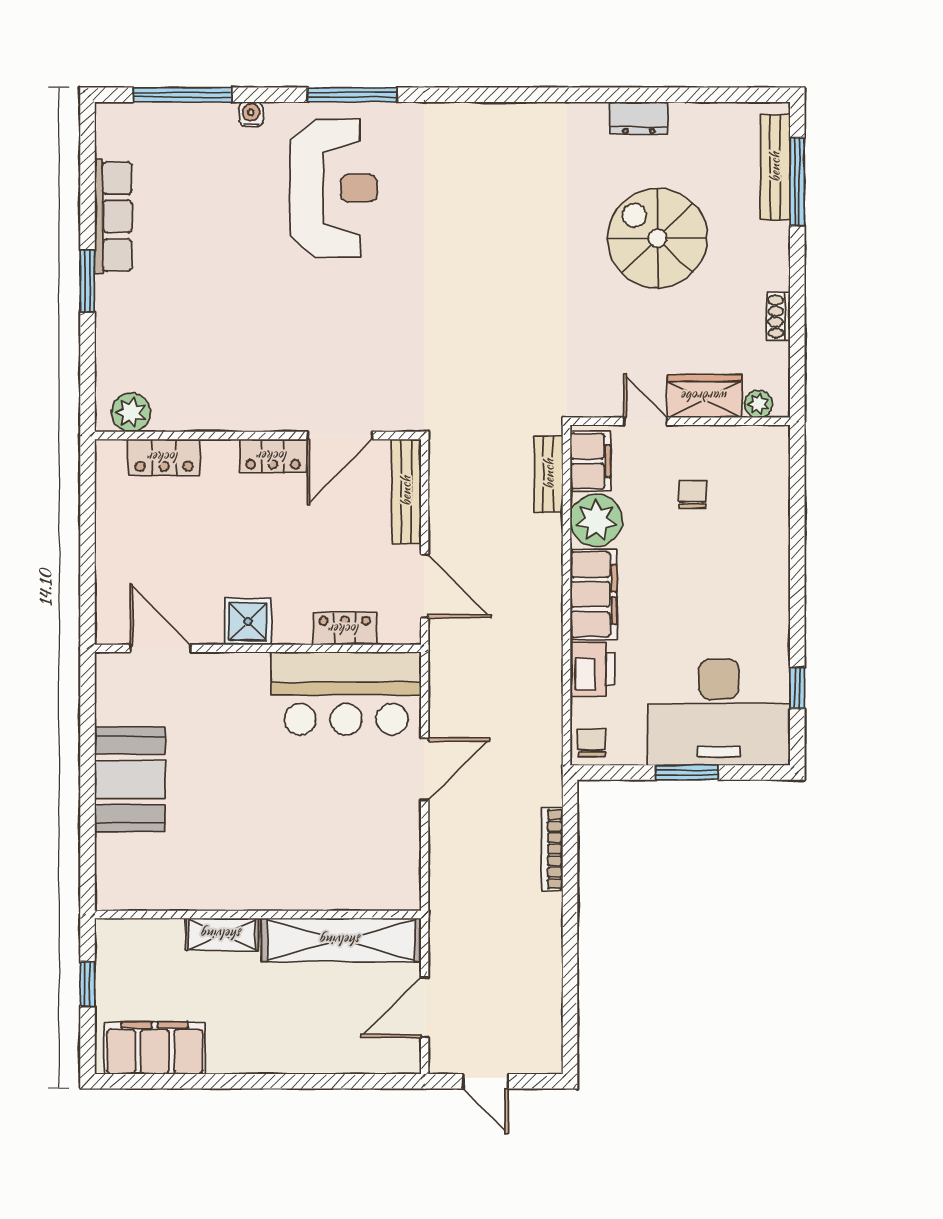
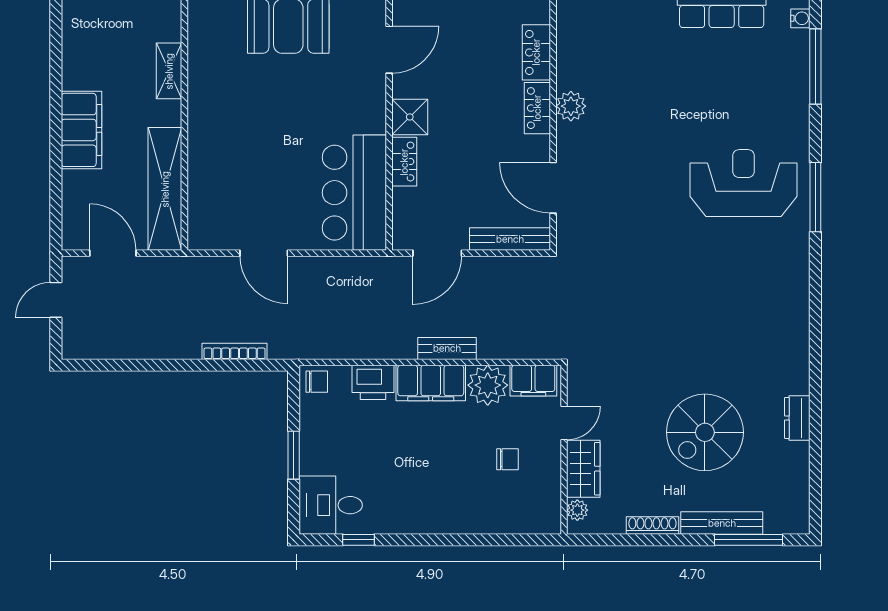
water cooler: (251, 114) -> (800, 18), moved
bench: (775, 167) -> (722, 523), moved
reception desk: (334, 188) -> (744, 183), turned 180
spiral stairs: (657, 238) -> (705, 432), turned 180
shoe rack: (778, 317) -> (652, 525), width x1.43
plant: (131, 412) -> (571, 106), moved
locker: (273, 456) -> (537, 108), moved
bench: (549, 474) -> (447, 348), moved
locker: (345, 629) -> (404, 162), moved
desk: (719, 712) -> (331, 505), width x0.53, depth x0.77
door: (425, 769) -> (264, 253), moved
shelving: (222, 934) -> (169, 71), moved
filing cabinet: (155, 1048) -> (82, 130), moved

